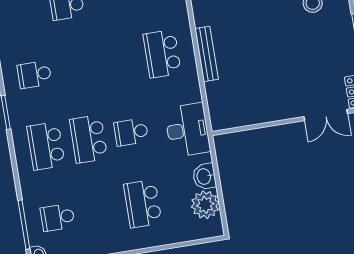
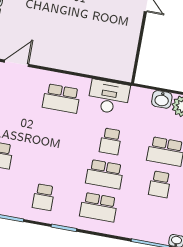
bench: (207, 54) -> (73, 66), removed
desk: (187, 130) -> (109, 97), moved
school desk: (58, 217) -> (160, 184), moved

